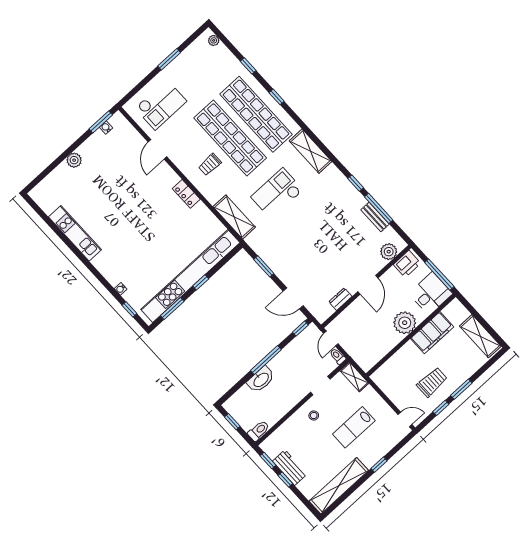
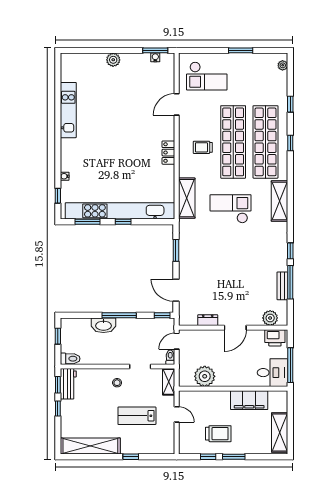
plant: (405, 323) -> (205, 376), moved
door: (405, 419) -> (177, 414), moved
workbench: (290, 468) -> (68, 384), moved

